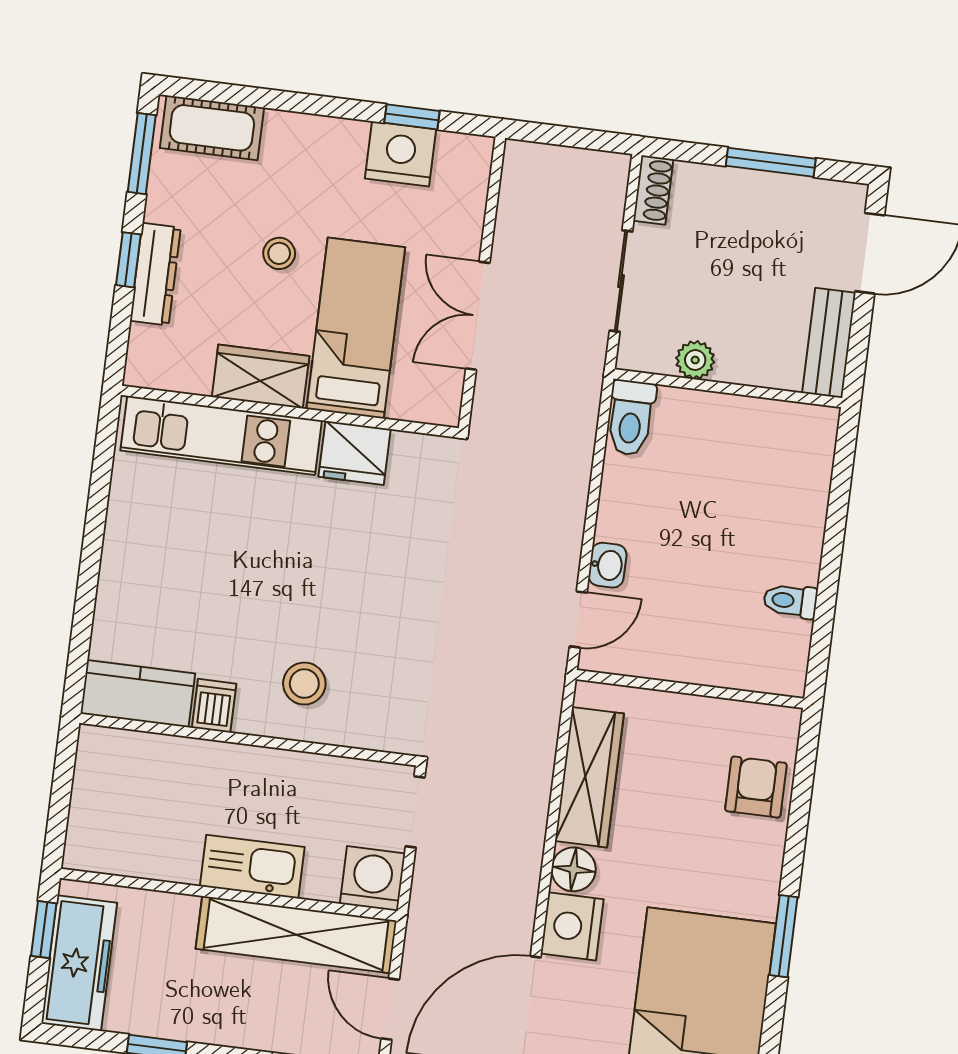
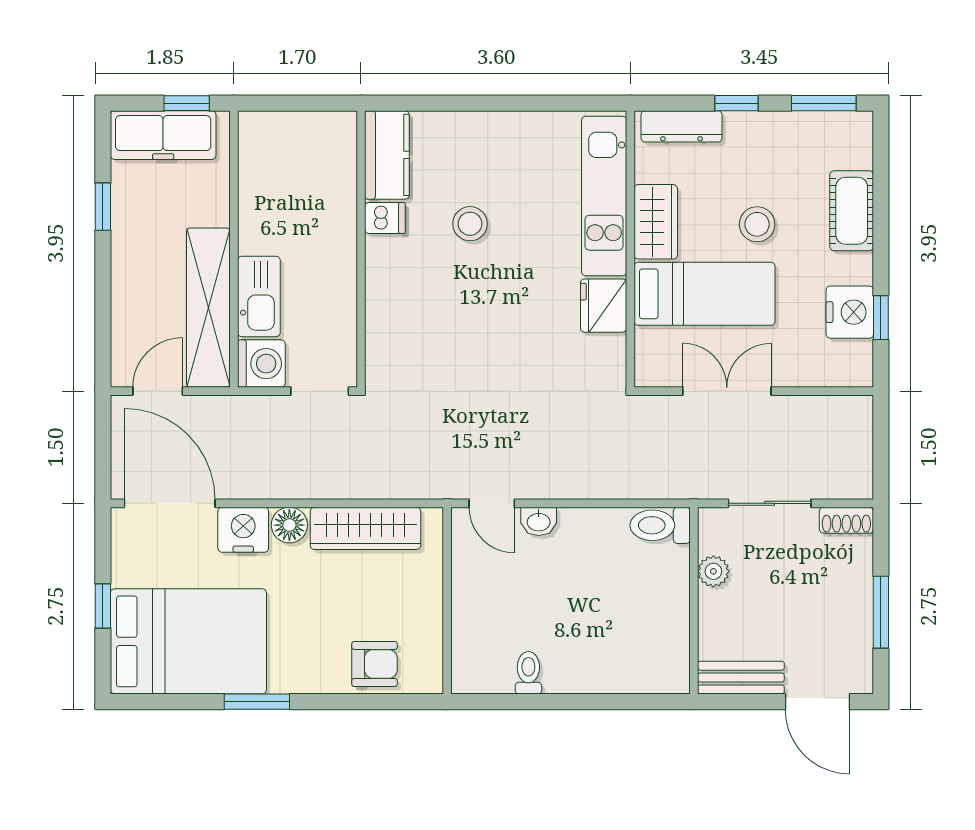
cot: (212, 128) -> (852, 211), moved
stool: (279, 253) -> (757, 224), width x1.37, depth x1.37
dresser: (155, 274) -> (682, 126), moved
stool: (304, 684) -> (470, 224), moved
kitchen sink: (252, 867) -> (259, 296), moved

